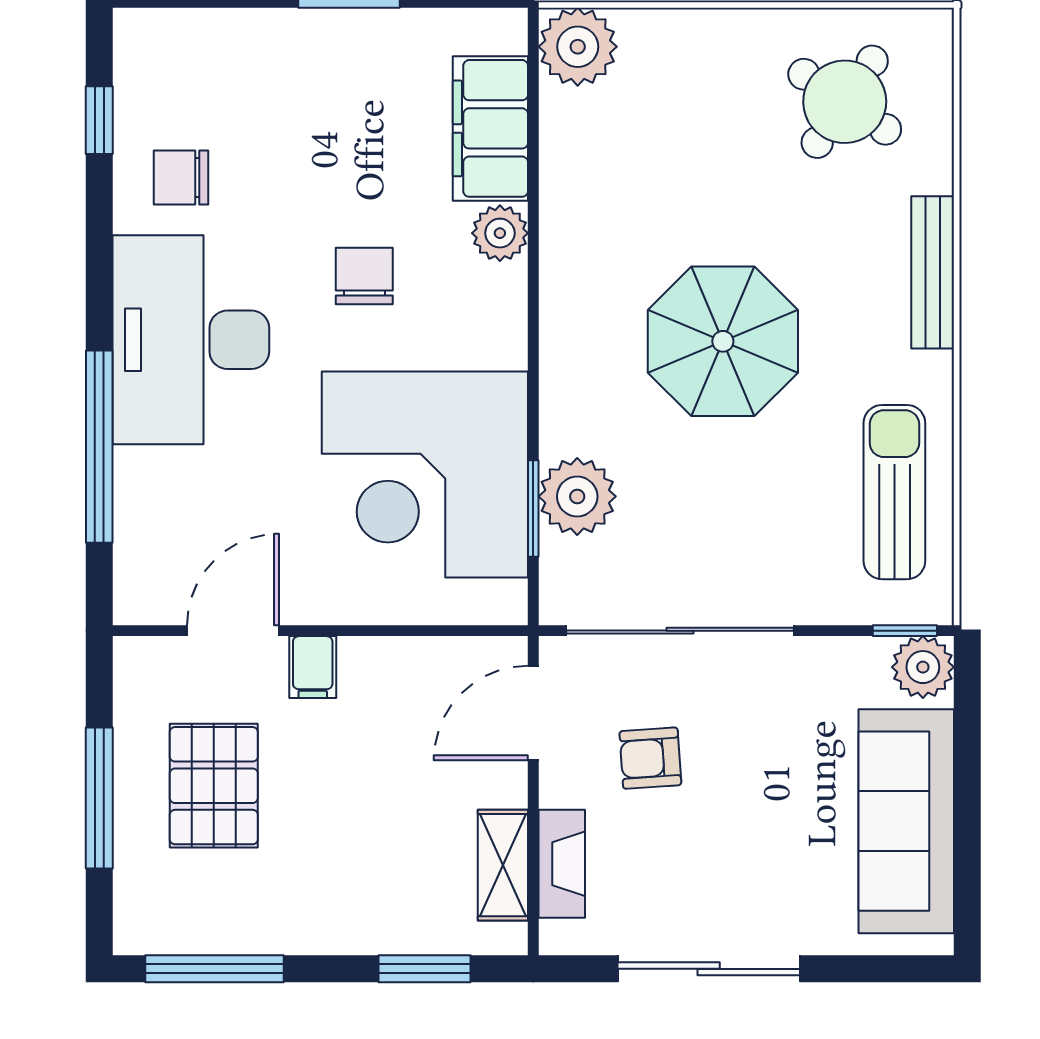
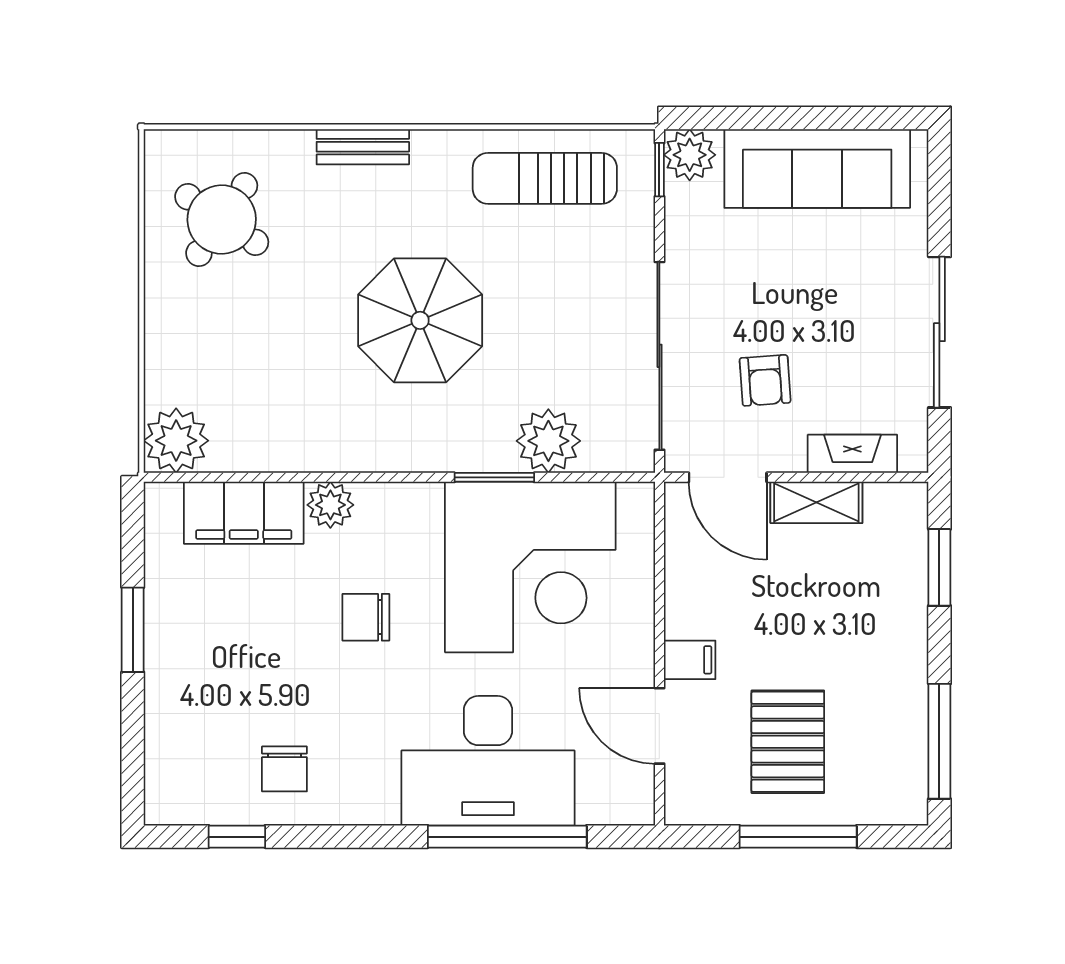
bench: (933, 272) -> (363, 147), width x0.73
desk: (191, 340) -> (488, 761), moved
window: (533, 508) -> (494, 477), moved
pallet: (214, 786) -> (788, 742), turned 90
shelving: (503, 865) -> (816, 502), moved

